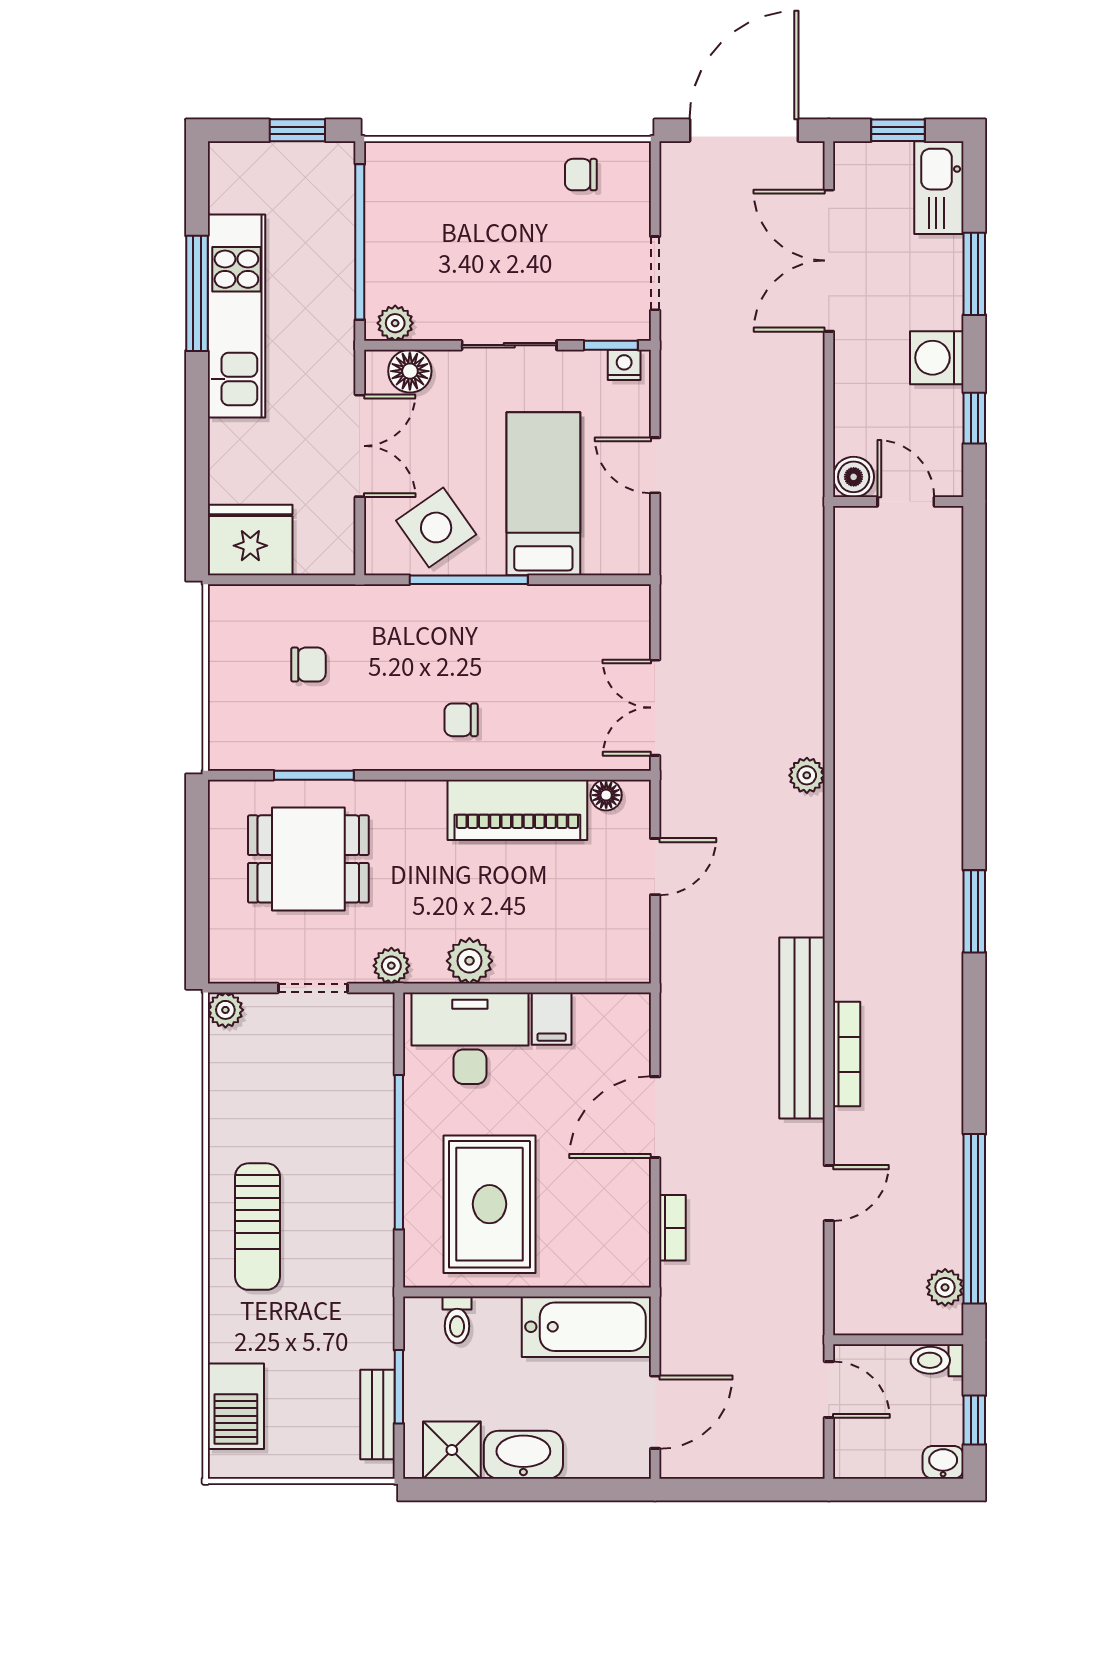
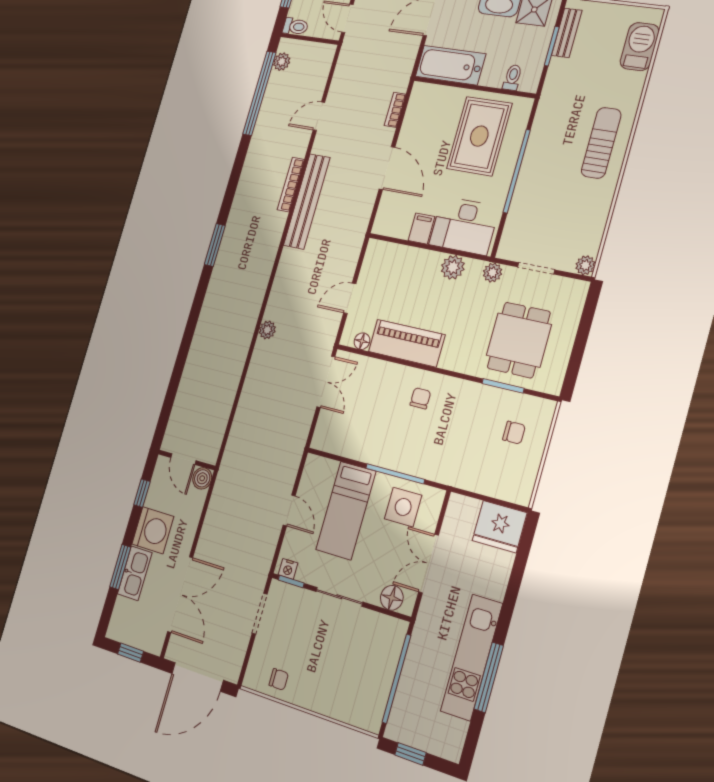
kitchen sink: (939, 188) -> (135, 573), moved
plant: (395, 323) -> (392, 627), removed
washing machine: (937, 358) -> (153, 530), width x1.37, depth x1.37
side table: (436, 527) -> (403, 507), turned 35
chair: (308, 665) -> (514, 433), moved, turned 180
chair: (461, 720) -> (420, 398), turned -90
dining table: (308, 859) -> (519, 340), turned 90
door: (655, 1117) -> (387, 168), hinge flipped

